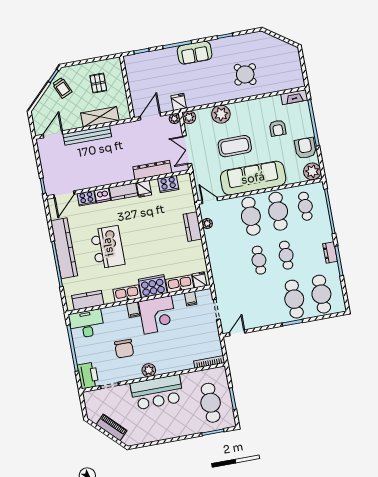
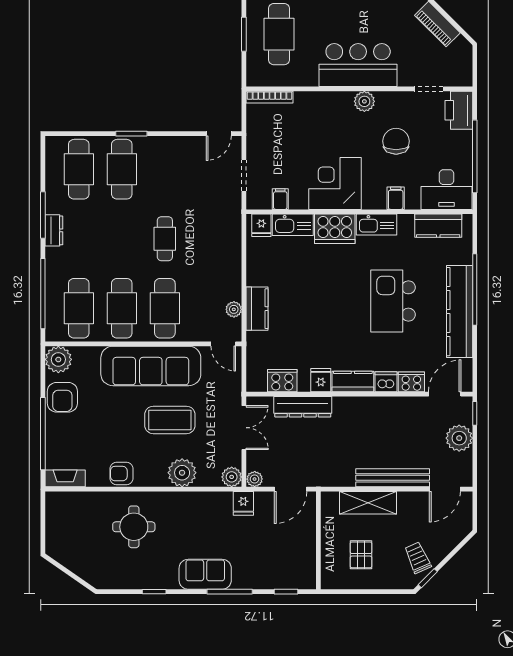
round table: (245, 74) -> (134, 527), turned 37
armchair: (278, 128) -> (122, 474), moved, turned -90
plant: (50, 168) -> (459, 438), added
cafe table: (305, 206) -> (79, 308), width x1.37, depth x1.35
cafe table: (286, 255) -> (122, 239), removed
filing cabinet: (133, 310) -> (396, 198), moved

